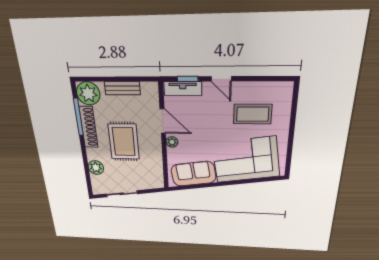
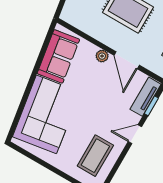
coffee table: (253, 114) -> (95, 156), moved
door: (163, 121) -> (127, 60), hinge flipped

